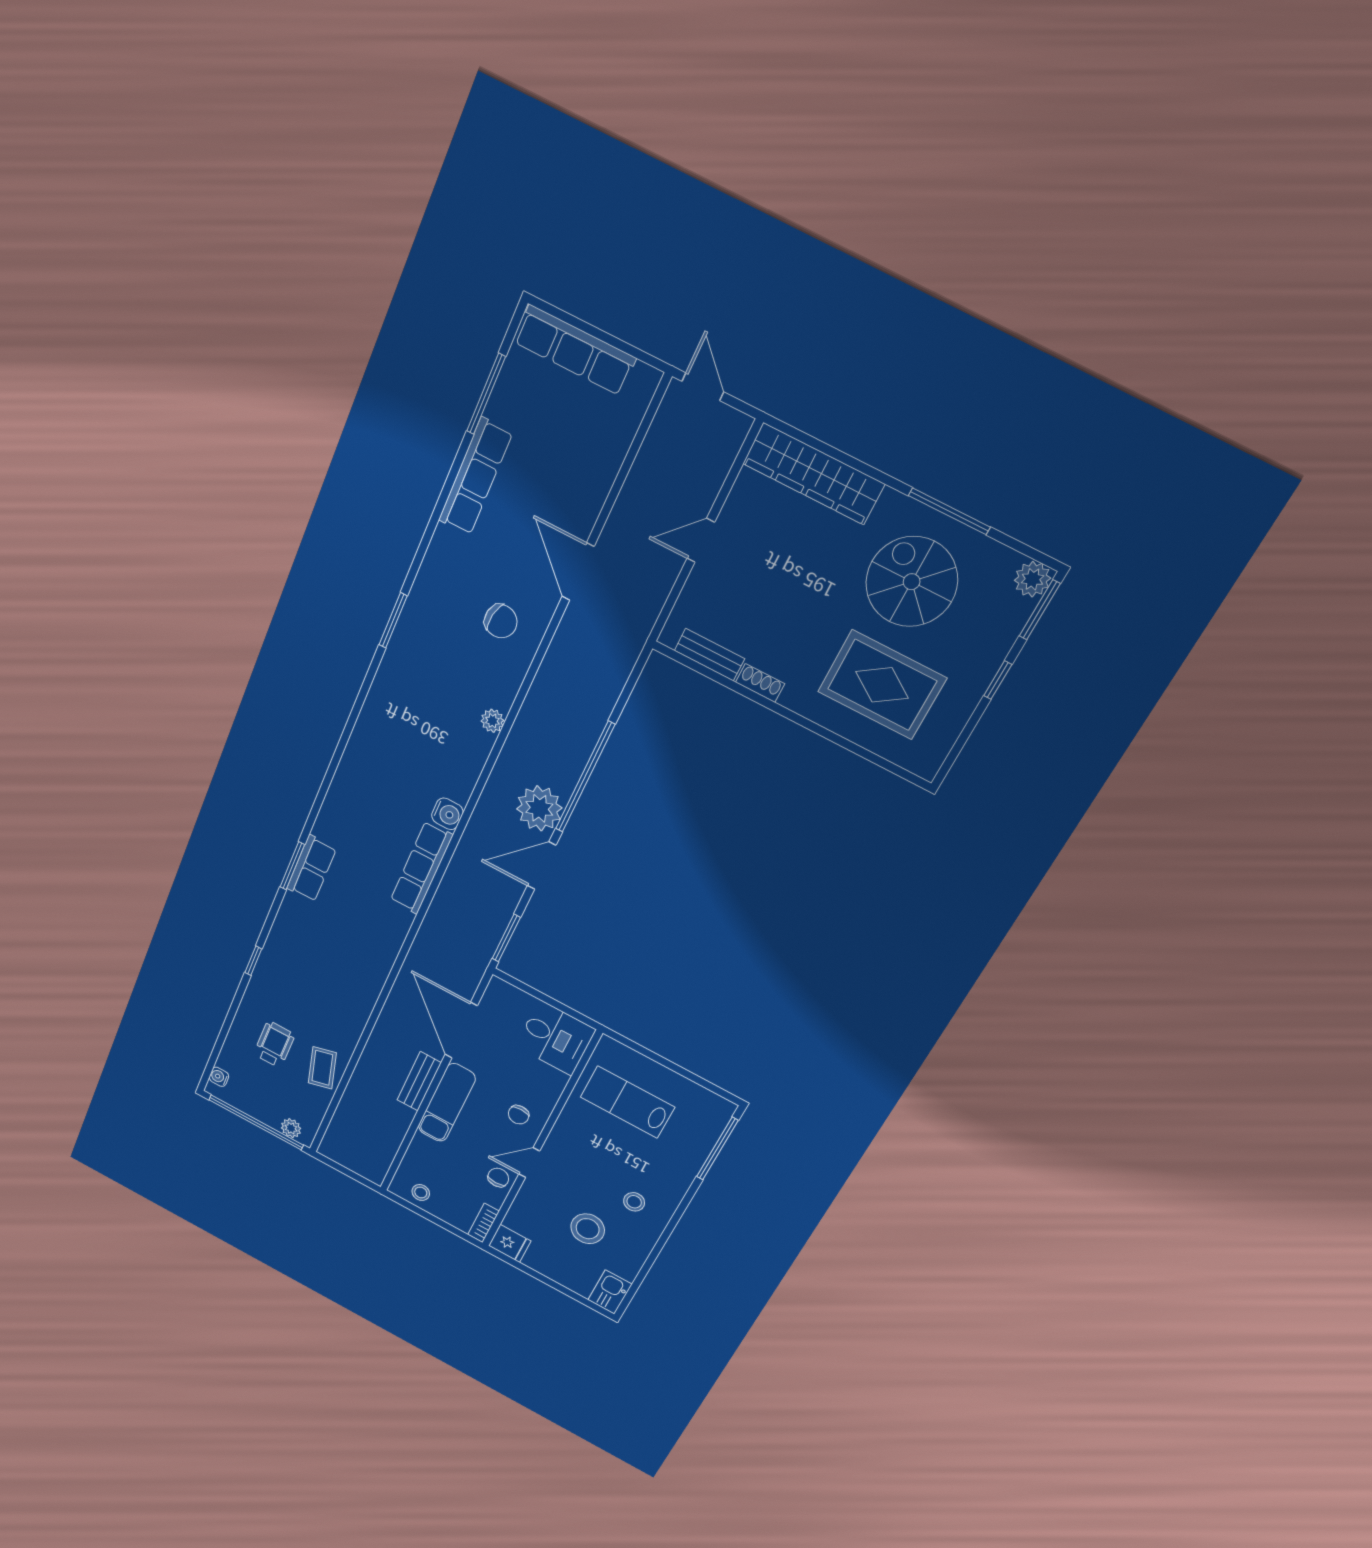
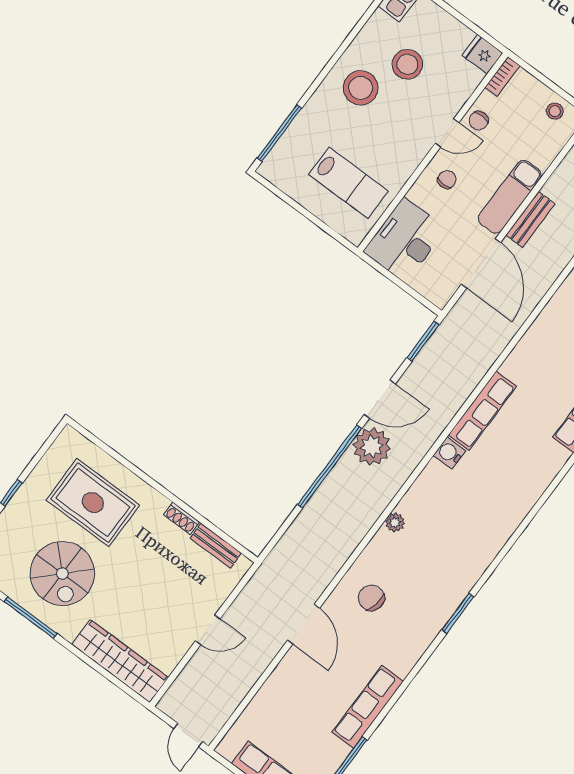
desk: (556, 1038) -> (405, 240), width x1.37
stool: (634, 1202) -> (361, 88), width x1.89, depth x1.89

